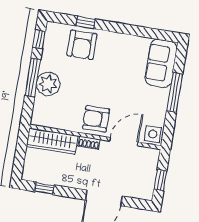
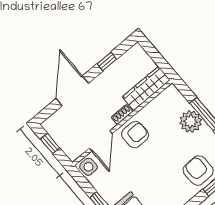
window: (44, 188) -> (107, 61), moved

